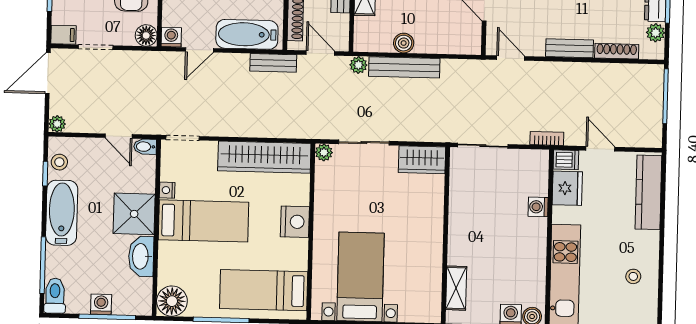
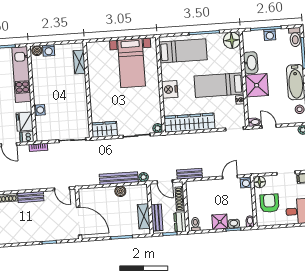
bathtub: (247, 34) -> (205, 188), removed

